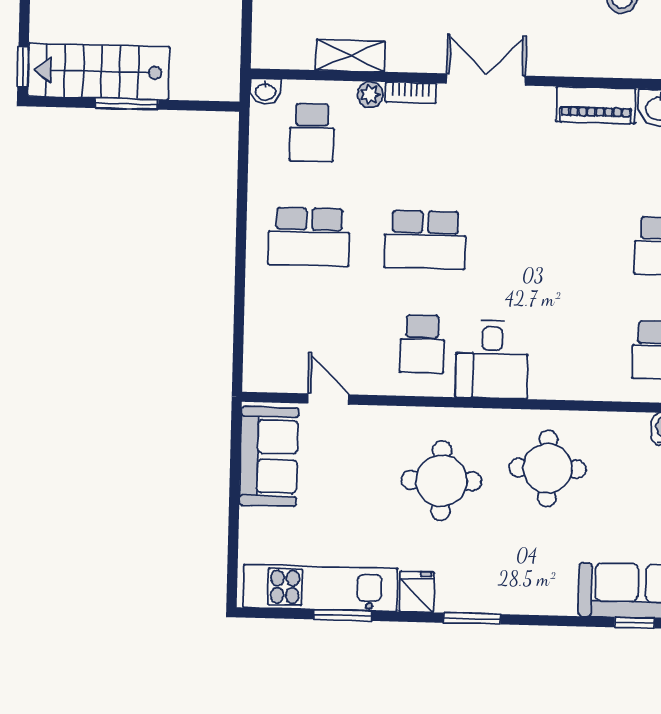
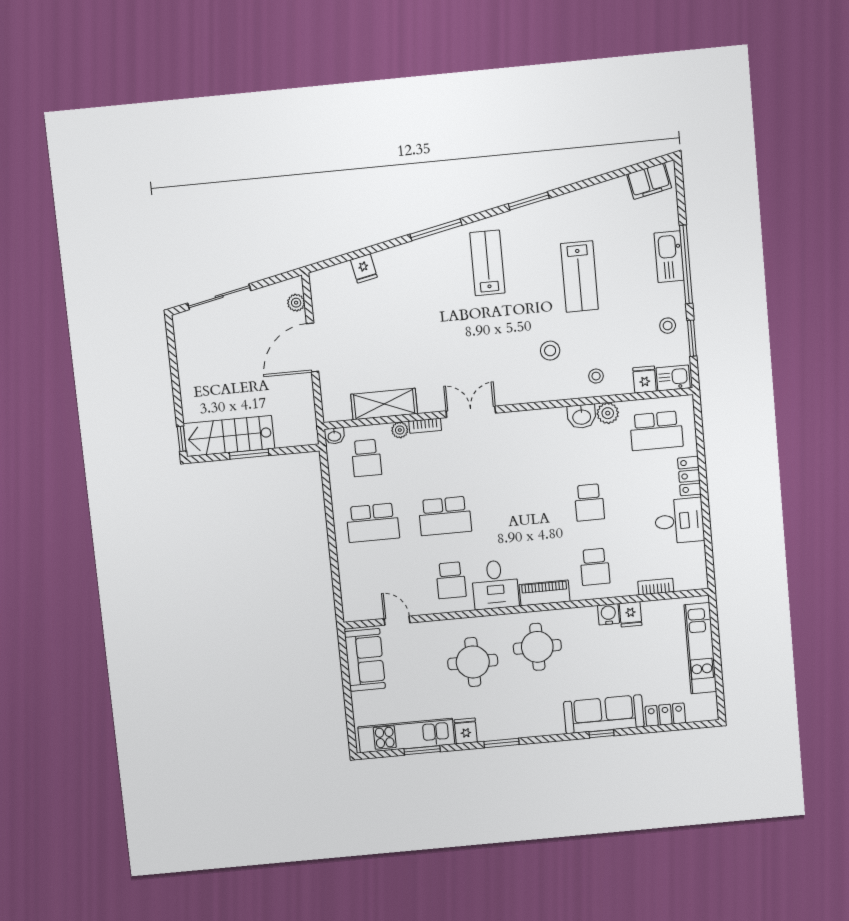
shelving: (350, 55) -> (384, 404), width x1.50, depth x1.33
piano: (596, 105) -> (545, 593), moved, turned 180

